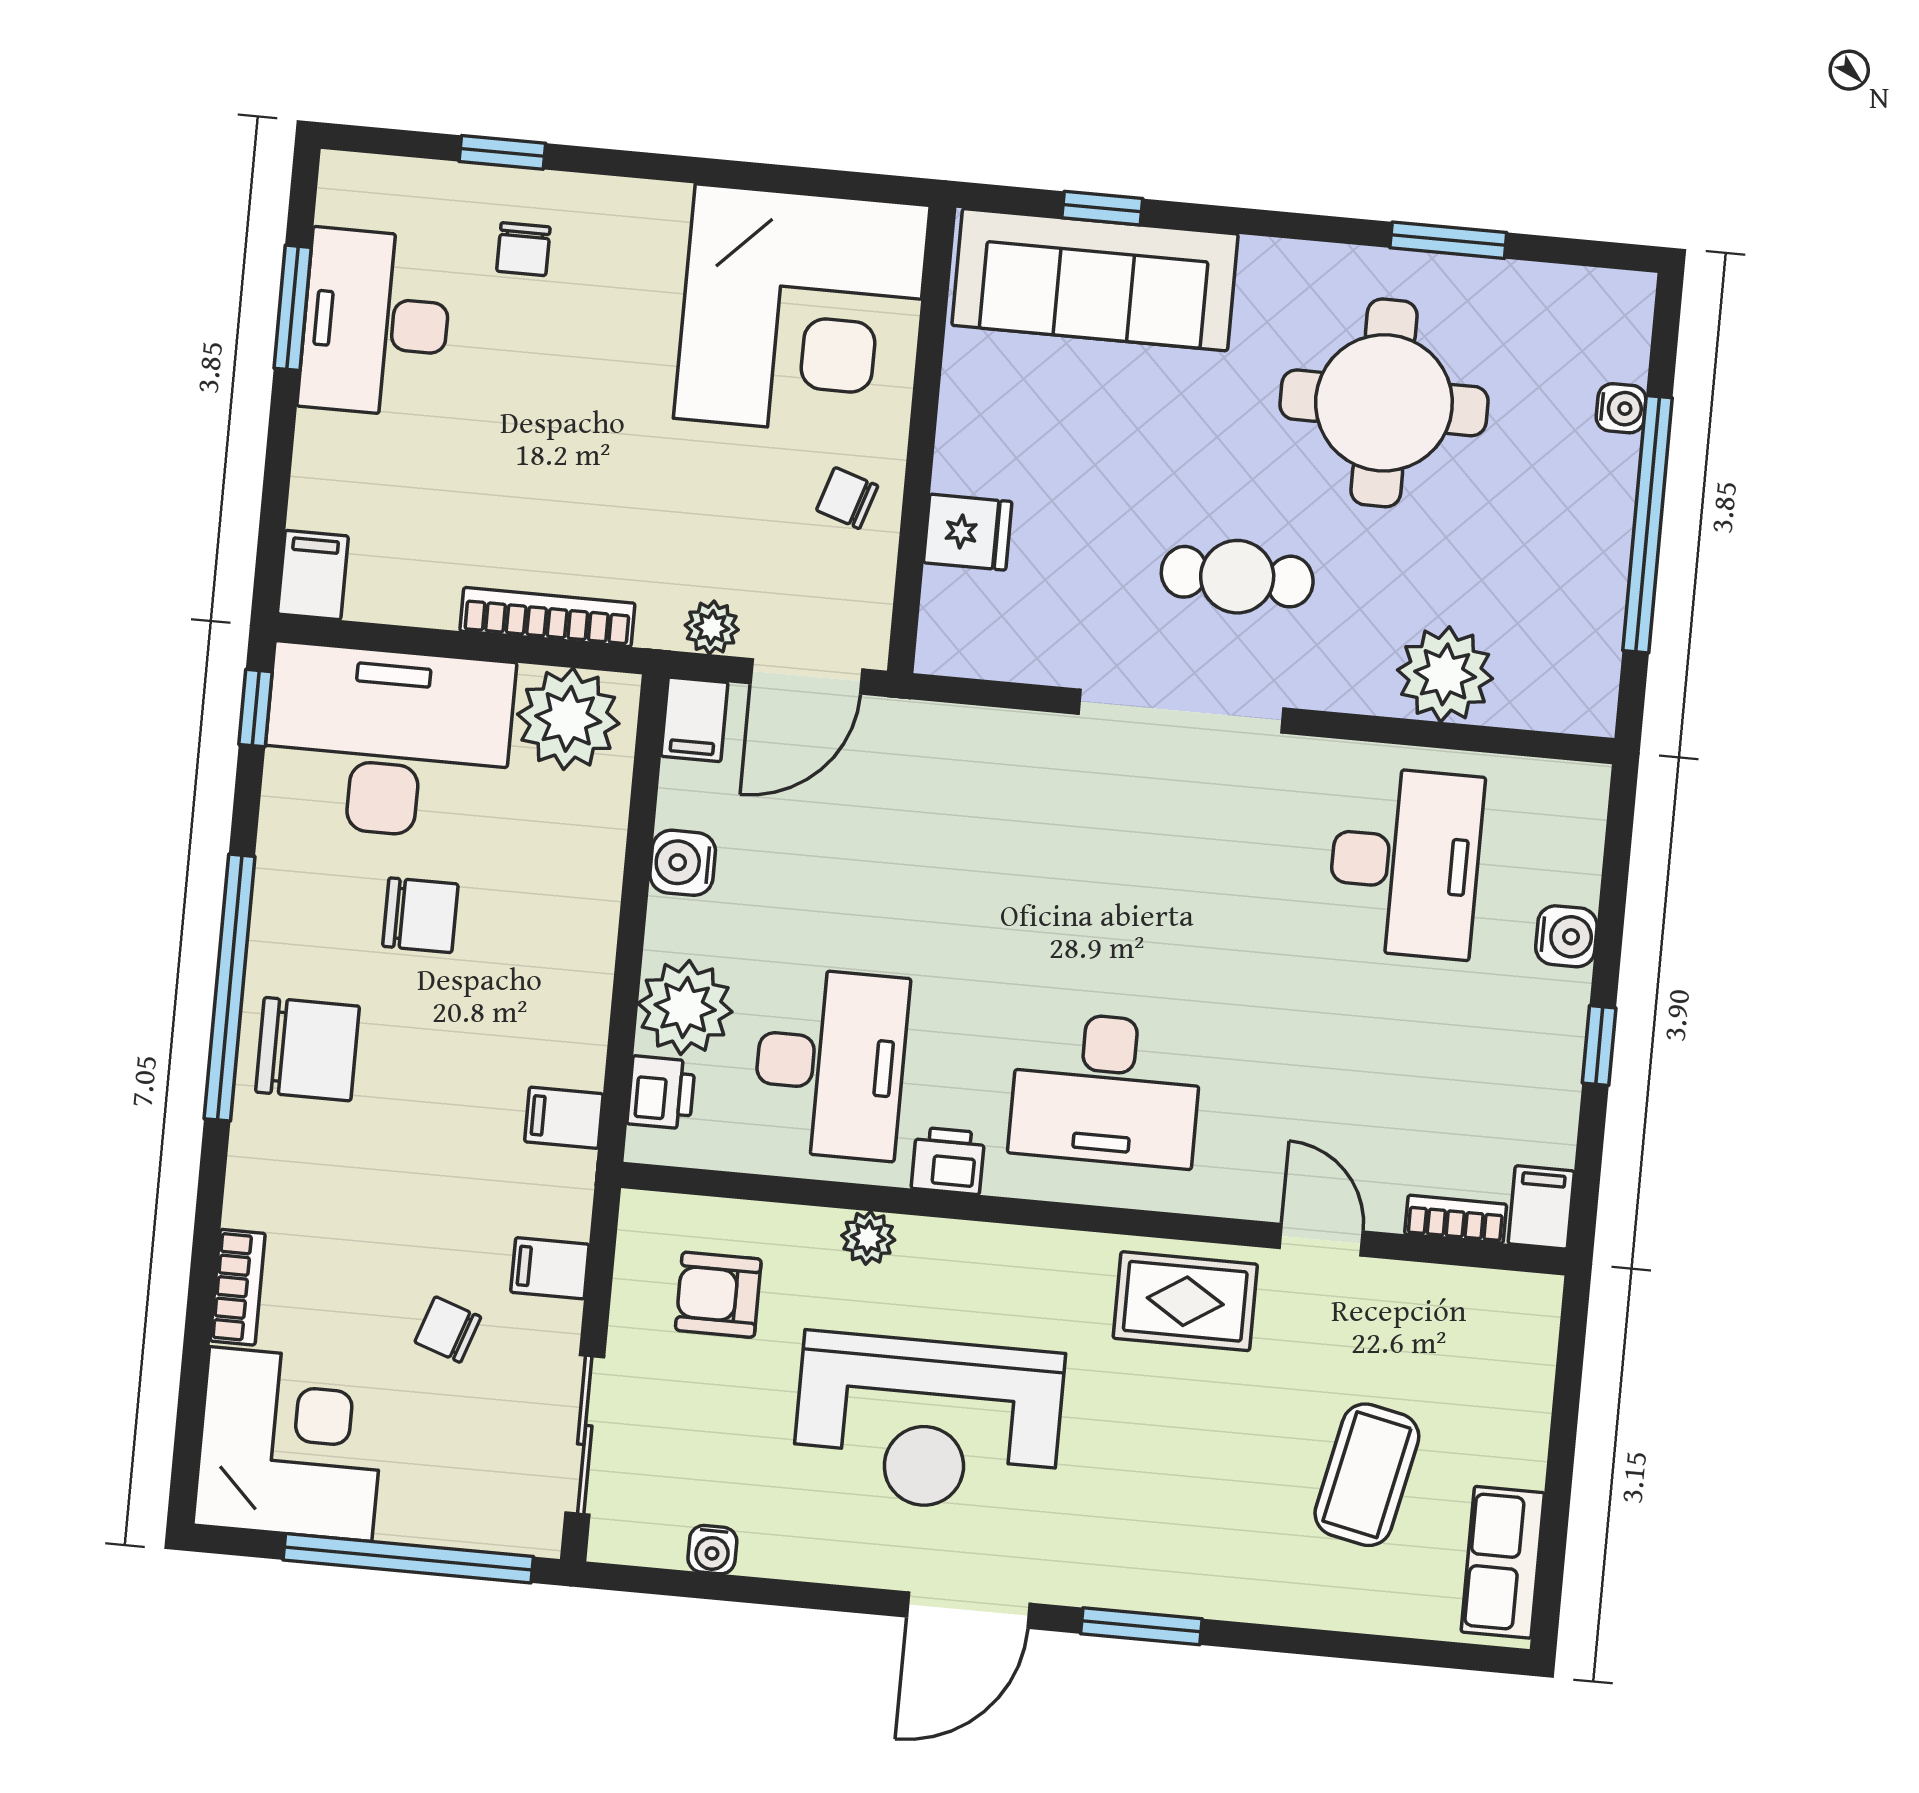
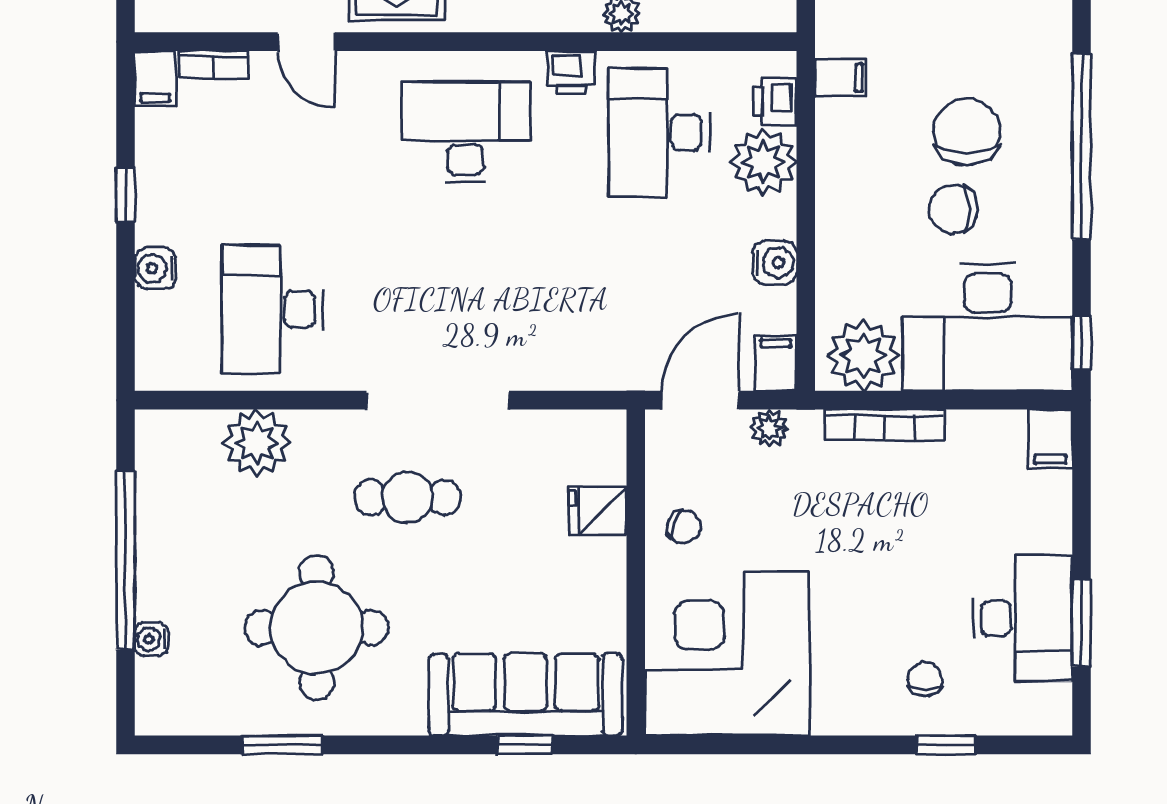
chair: (308, 1049) -> (967, 132), moved, turned 90

